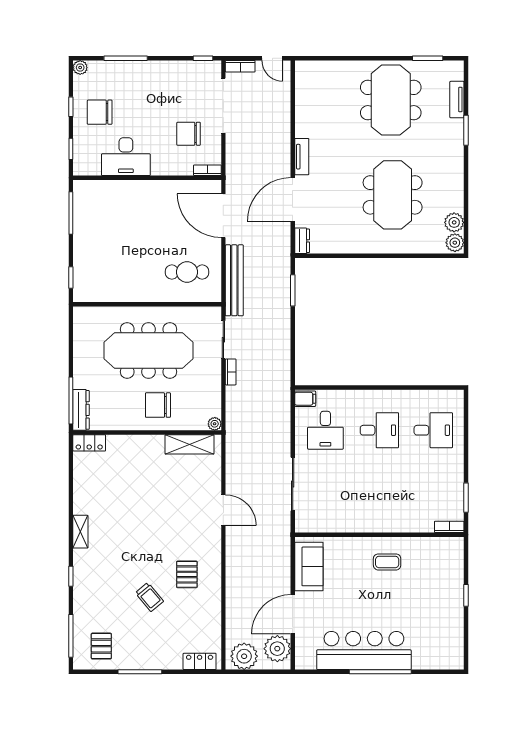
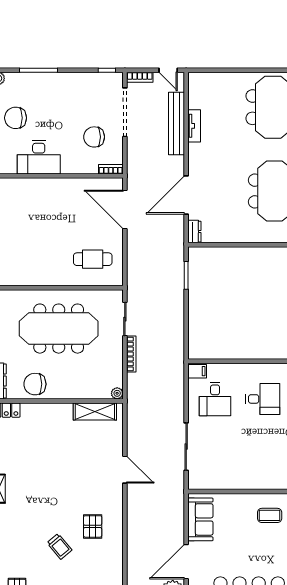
tv unit: (302, 157) -> (194, 126), moved
bench: (234, 280) -> (176, 123), moved
bookcase: (231, 372) -> (131, 354), width x1.56
chair: (158, 405) -> (35, 384), moved

